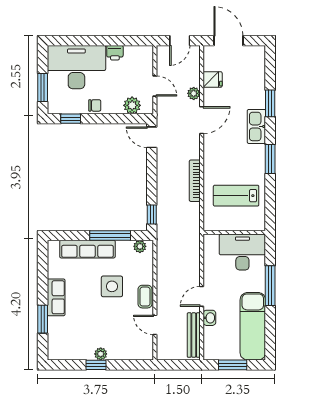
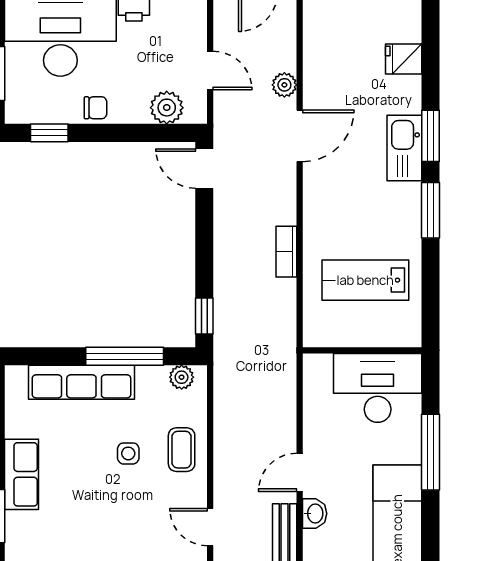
fridge: (213, 79) -> (404, 59), moved, turned 180
window: (270, 103) -> (431, 136), moved
bookcase: (195, 181) -> (286, 252), width x0.64
side table: (112, 286) -> (128, 453), width x0.54, depth x0.54
coffee table: (145, 297) -> (182, 450), moved

